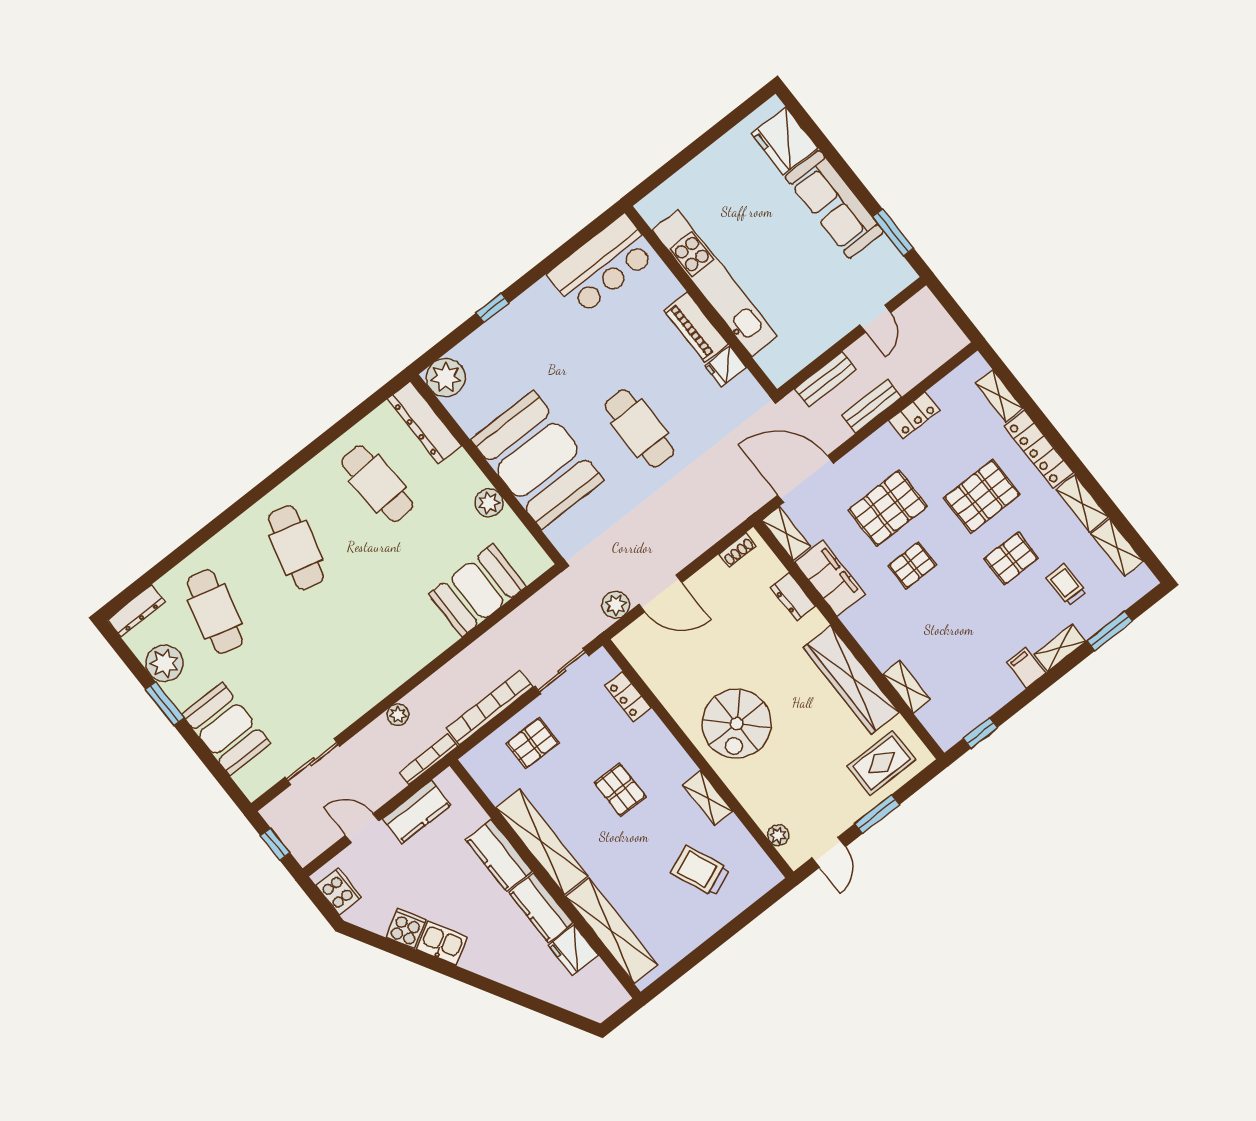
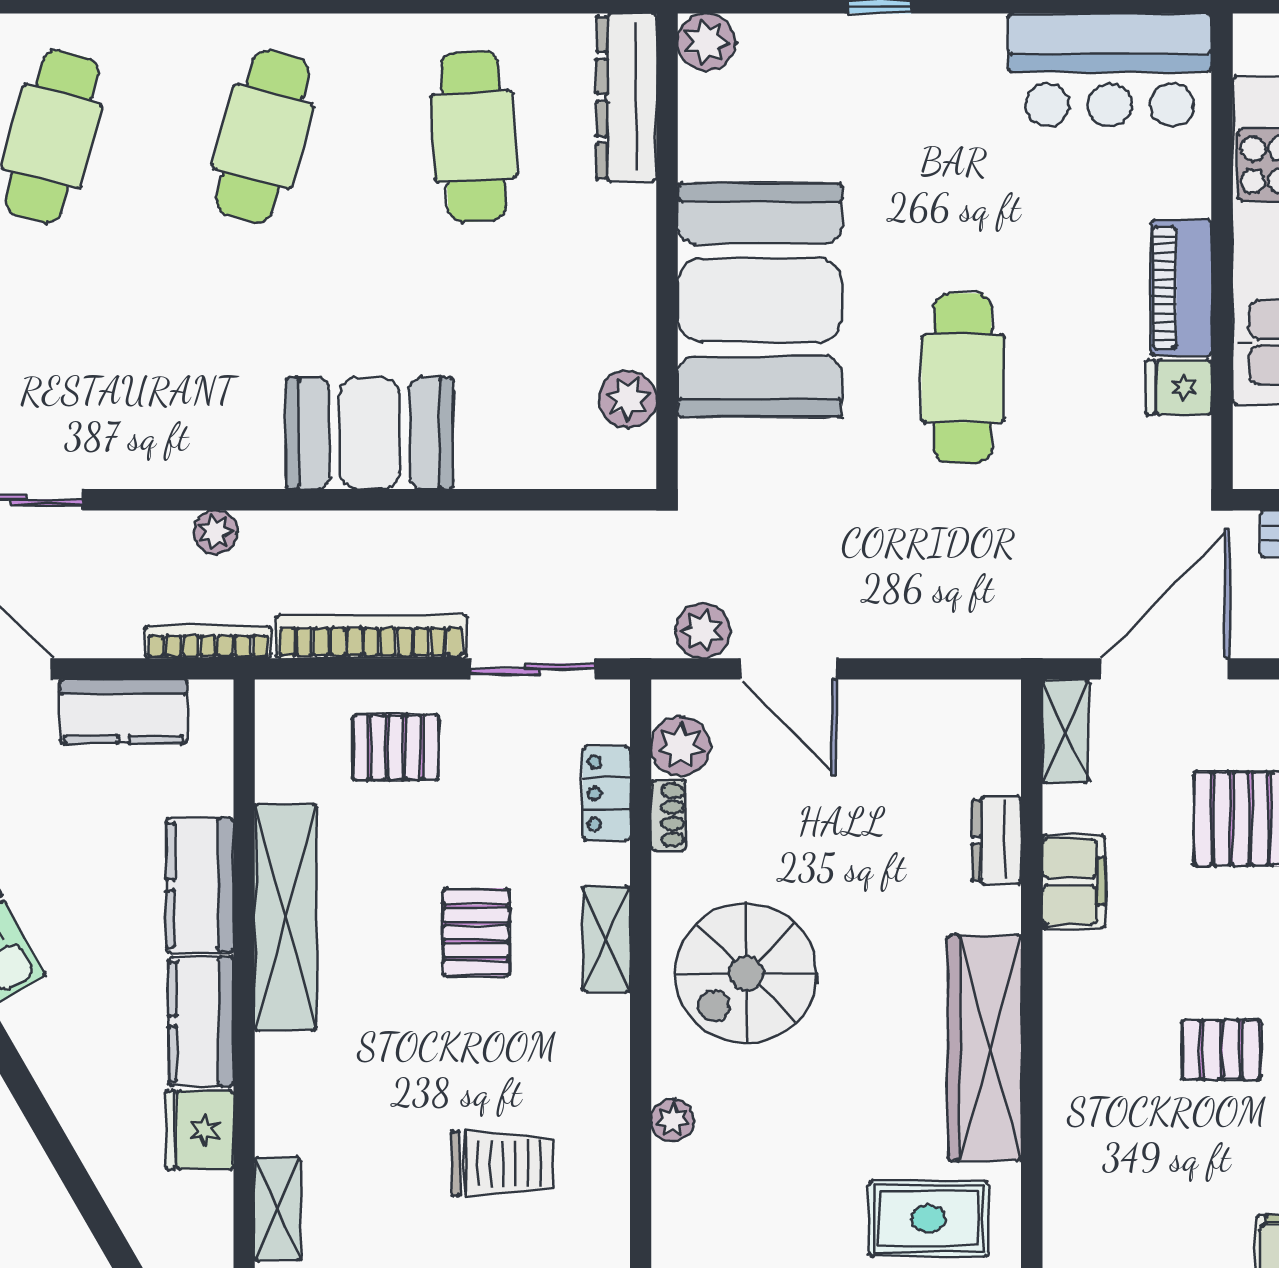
plant: (446, 377) -> (706, 42), width x0.73, depth x0.73
door: (805, 479) -> (1165, 669), hinge flipped
plant: (489, 503) -> (628, 399), moved
shoe rack: (738, 550) -> (668, 815), moved, turned -90
pallet: (912, 565) -> (1221, 1050), moved
filing cabinet: (830, 578) -> (1074, 882), width x0.67, depth x0.86
booth: (477, 590) -> (369, 433), moved
plant: (642, 656) -> (681, 746), added
shelving: (906, 687) -> (1065, 1128), removed
shelving: (708, 798) -> (606, 939), moved
plant: (778, 835) -> (672, 1120), moved
trolley: (700, 871) -> (502, 1164), turned 113
shelving: (612, 931) -> (278, 1209), width x0.45, depth x0.75

